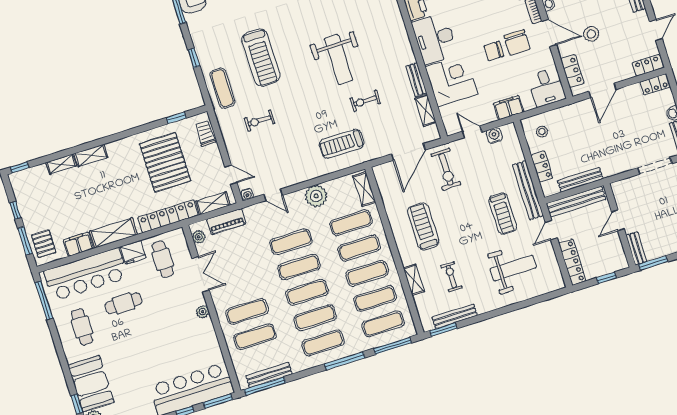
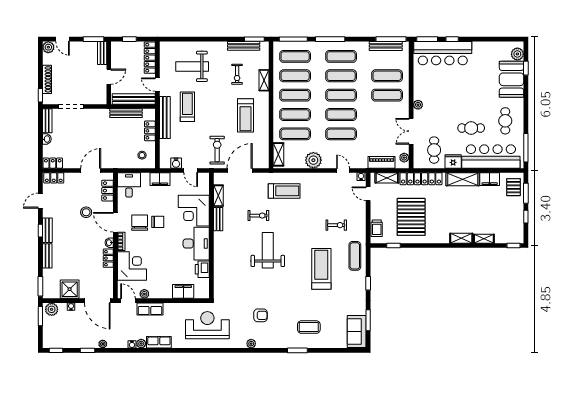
door: (551, 230) -> (157, 85), swing flipped

